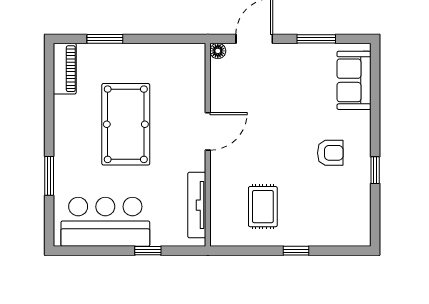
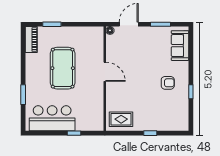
door: (208, 131) -> (105, 72), hinge flipped
tv unit: (197, 205) -> (99, 110), removed
rug: (263, 207) -> (121, 119), moved, turned 90

